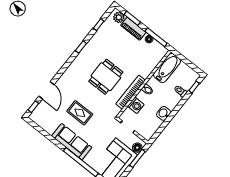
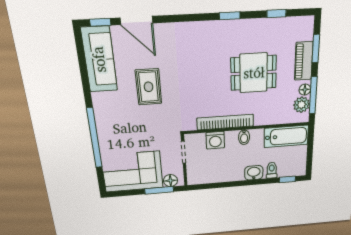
plant: (119, 17) -> (301, 105), moved
dining table: (106, 77) -> (254, 73), moved
door: (46, 90) -> (136, 20), hinge flipped
washbasin: (164, 113) -> (254, 173), moved
sofa: (72, 142) -> (99, 59), moved

